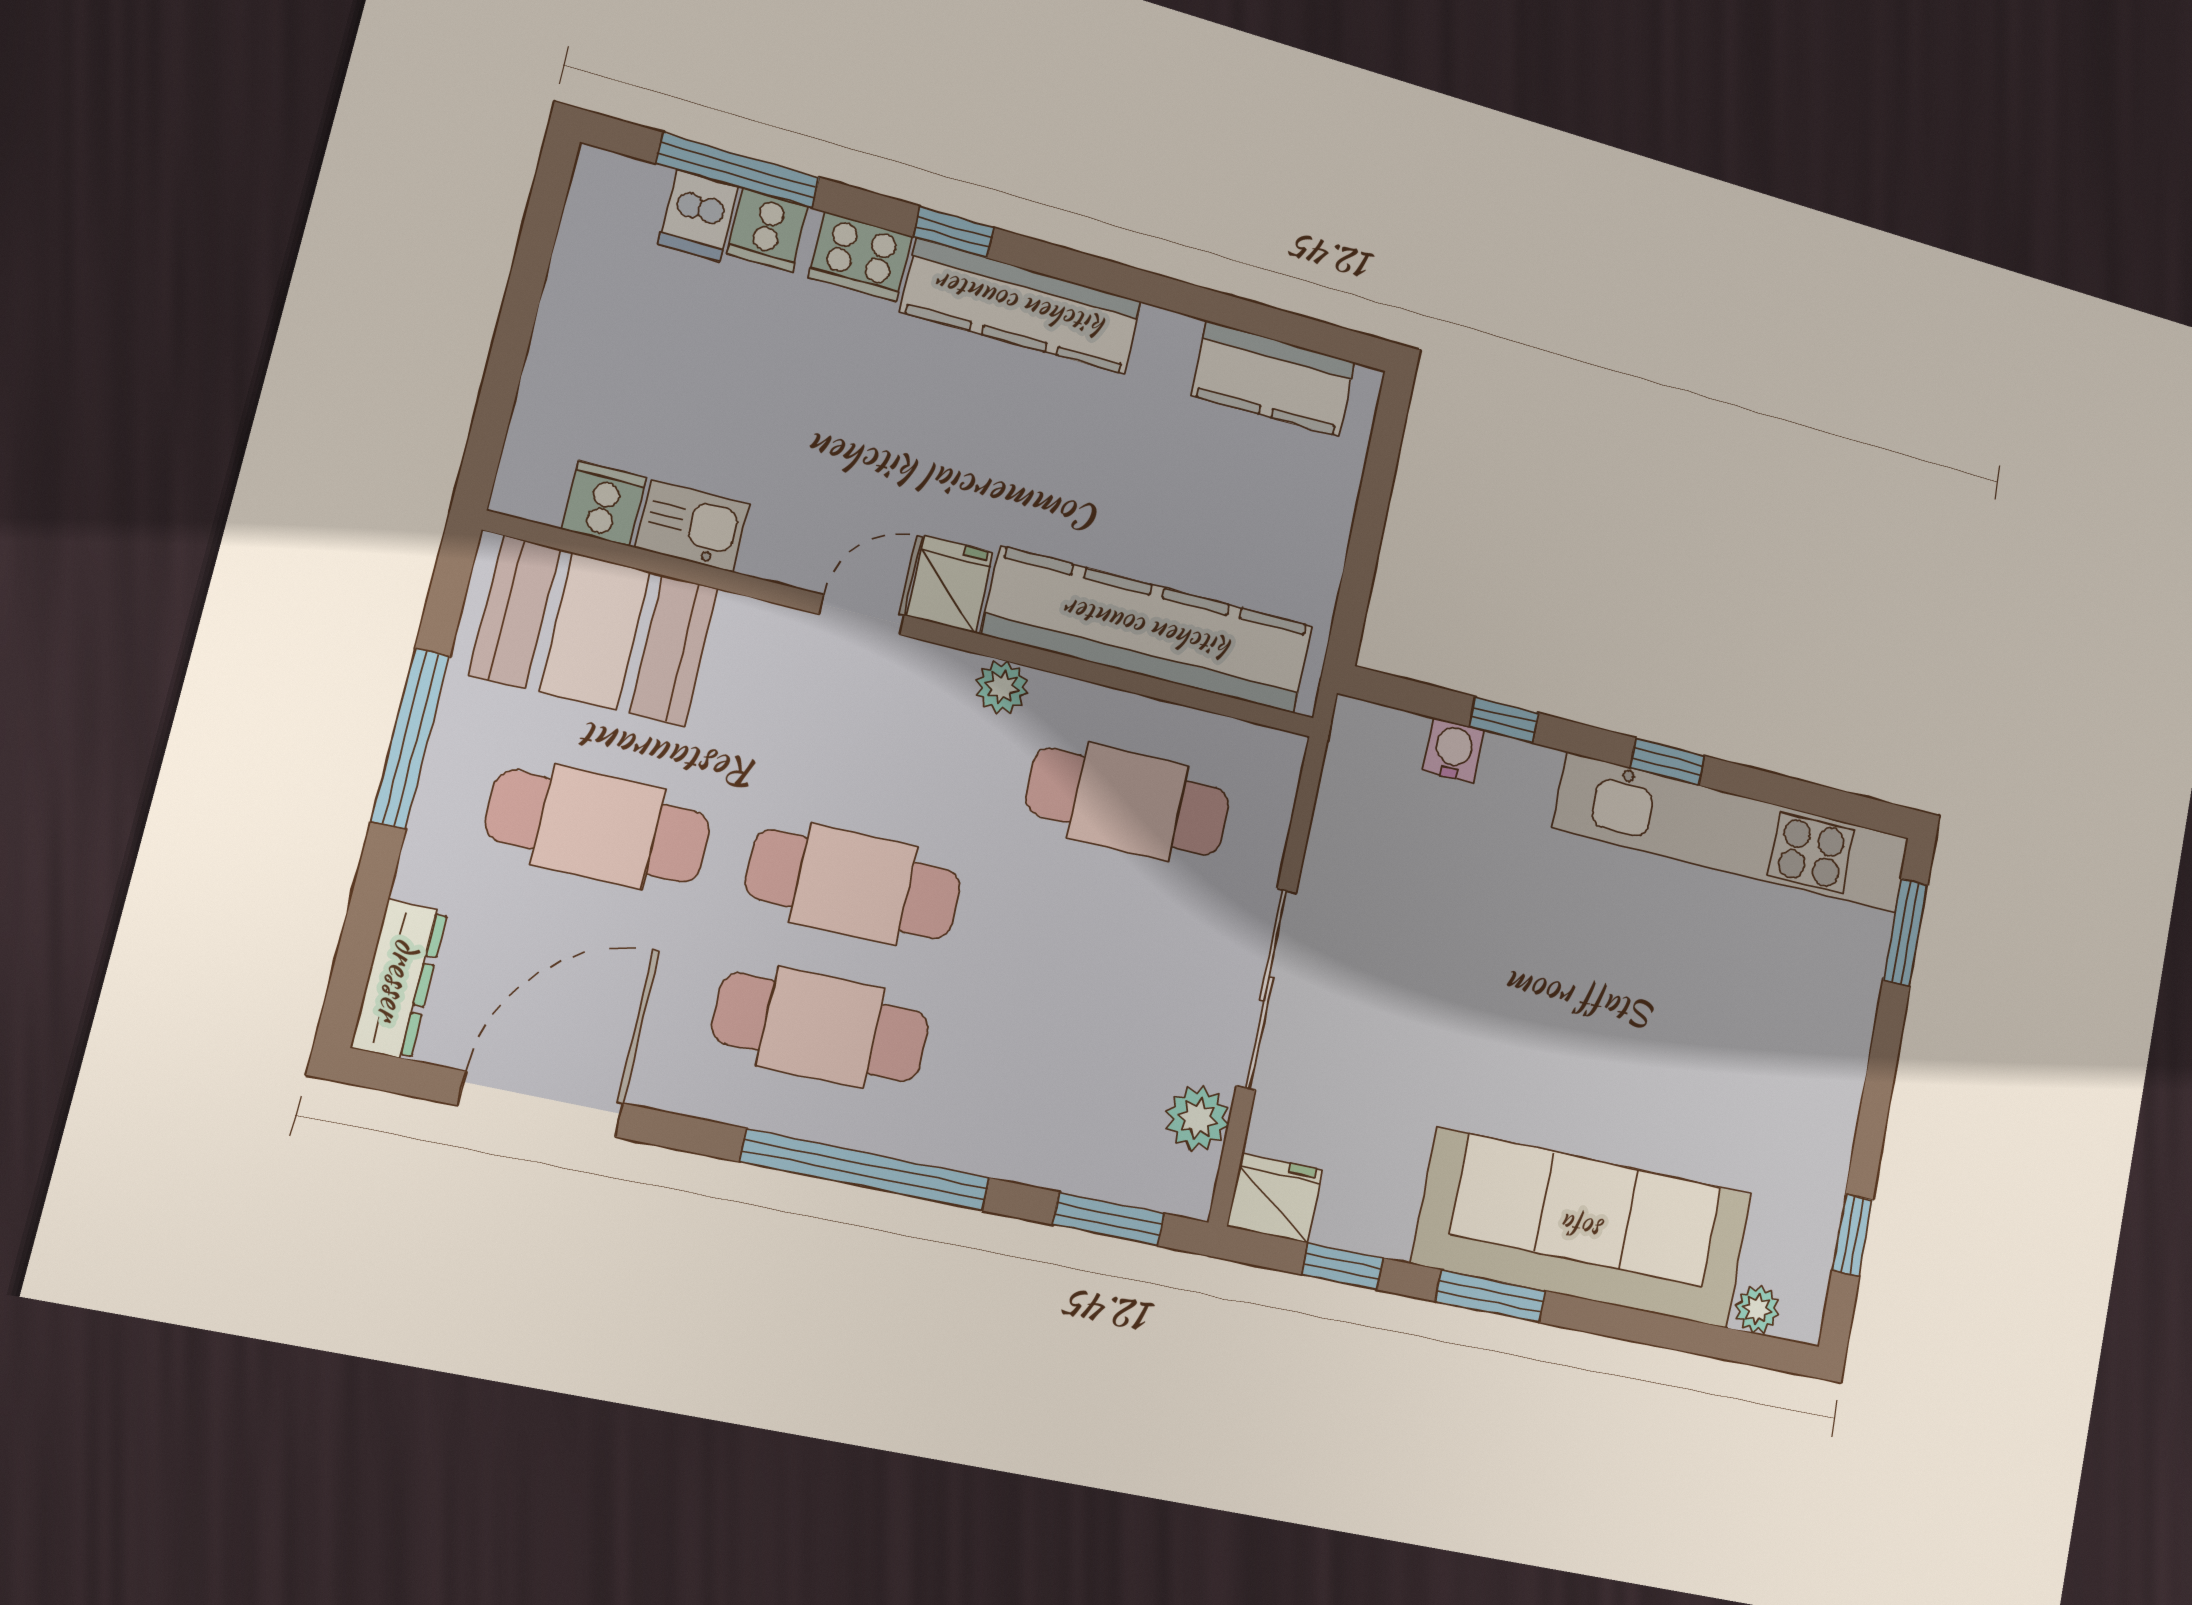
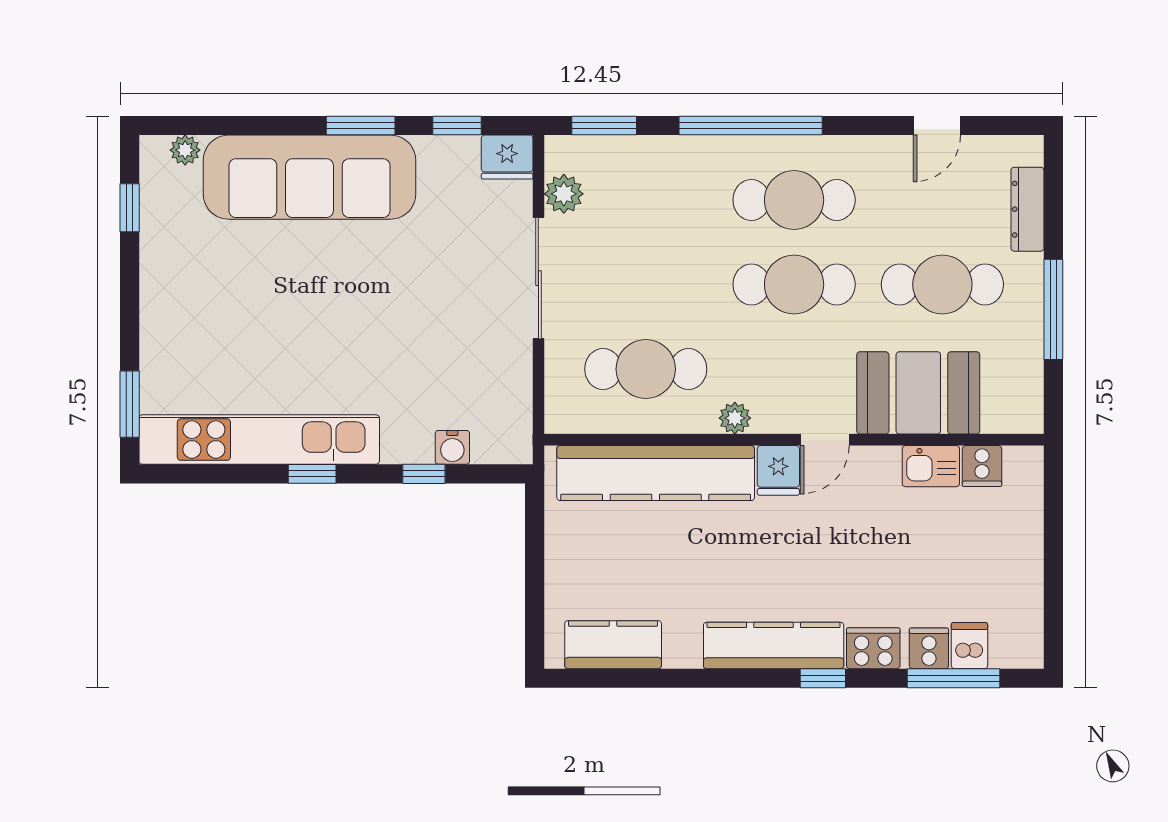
booth: (595, 631) -> (918, 393), moved
dresser: (399, 980) -> (1027, 209), moved
door: (541, 1104) -> (937, 125), width x0.53

